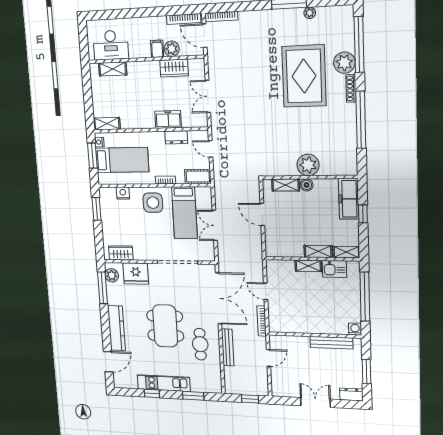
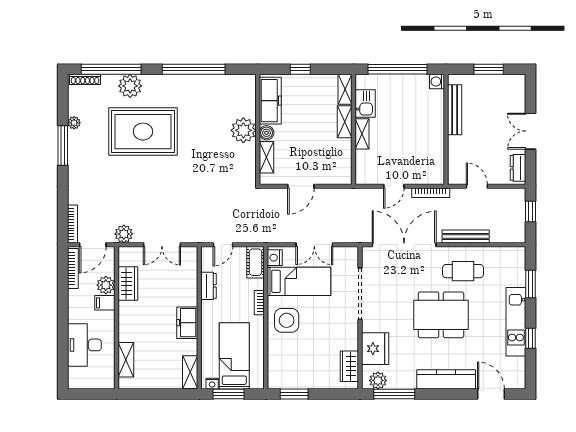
desk: (111, 45) -> (84, 345), moved, turned 180
plant: (215, 63) -> (124, 234), added
shoe rack: (351, 88) -> (85, 79), moved
freezer: (168, 119) -> (187, 323), moved
nightstand: (123, 193) -> (275, 258), moved
freezer: (349, 199) -> (270, 101), moved, turned -90
dresser: (351, 394) -> (518, 168), moved

